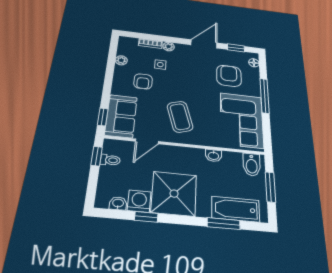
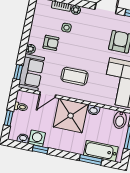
plant: (121, 60) -> (31, 49), moved
armchair: (143, 81) -> (51, 43), turned -90
coffee table: (180, 117) -> (75, 76), turned -73
window: (97, 156) -> (9, 118), moved
shower: (174, 194) -> (71, 116), moved

